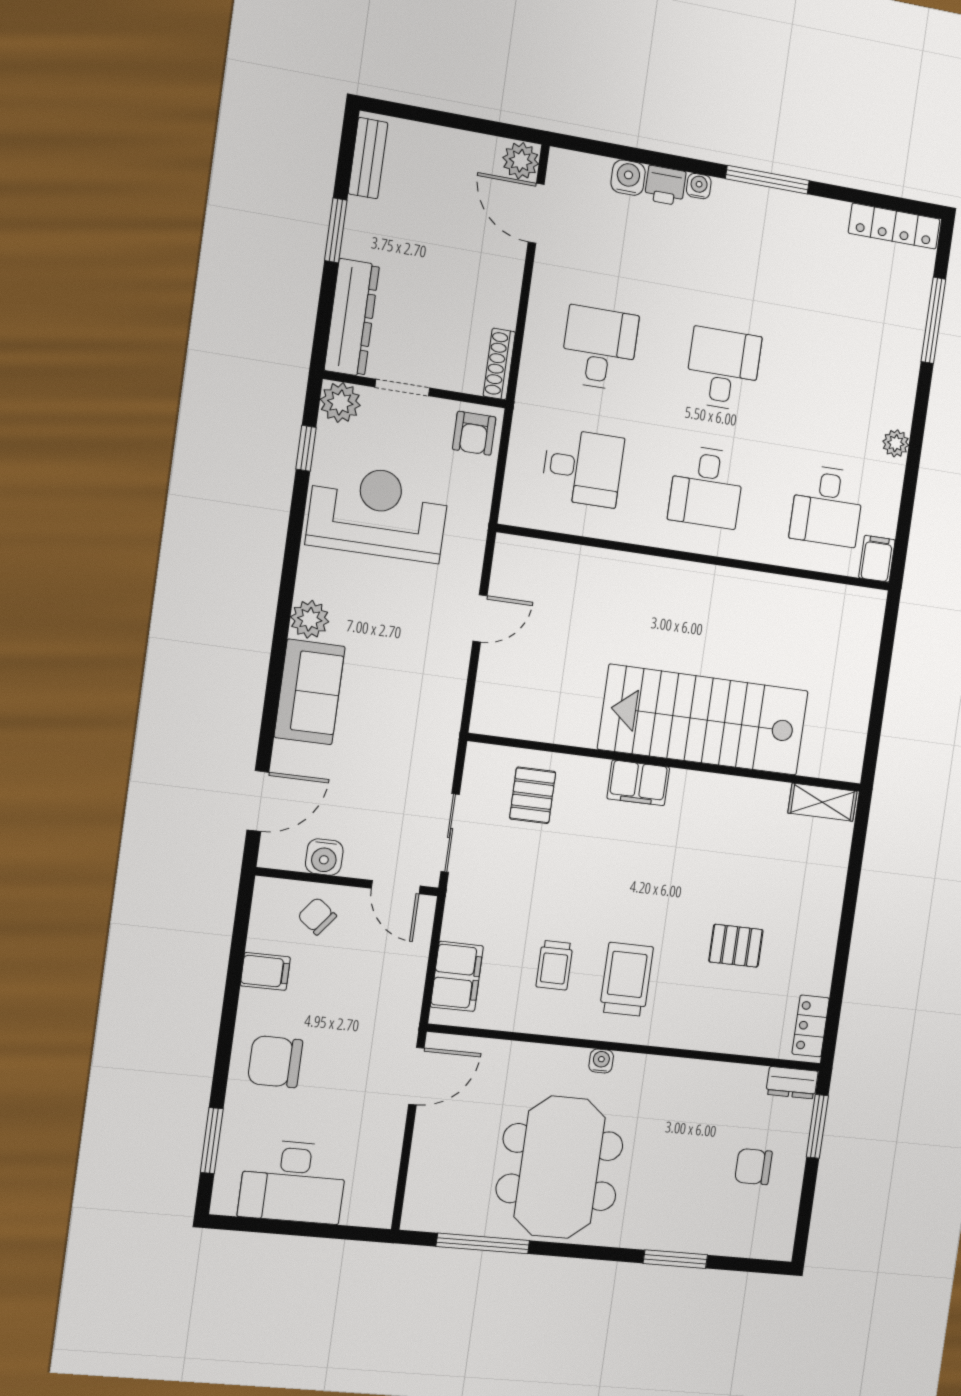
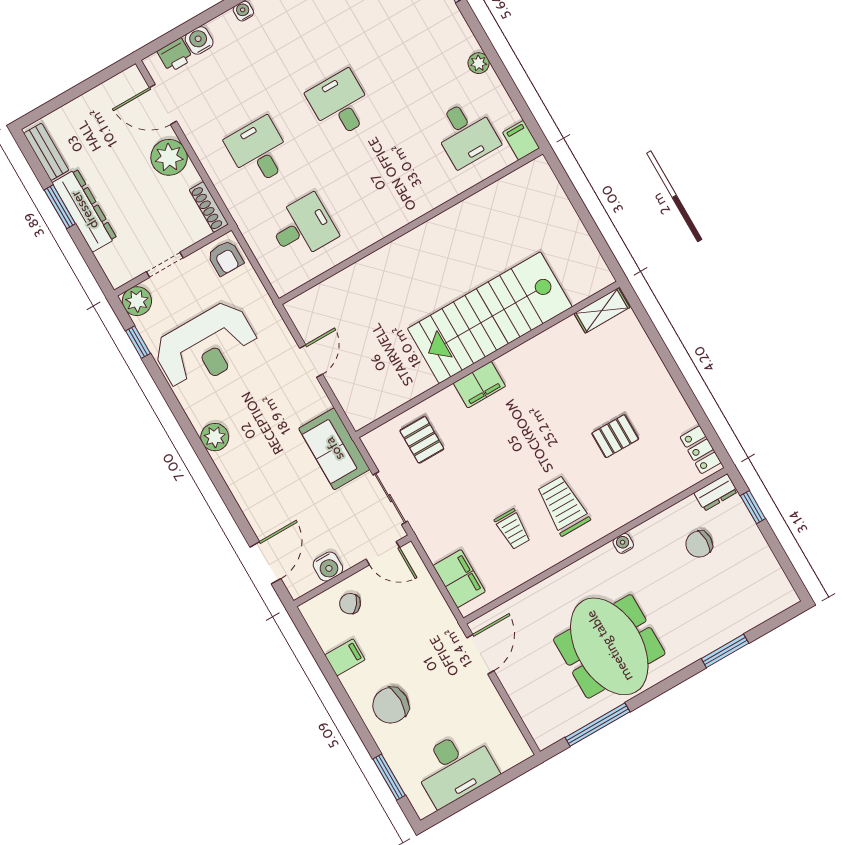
plant: (521, 161) -> (169, 157), moved, width x1.36, depth x1.36
printer: (665, 186) -> (175, 55), moved
dresser: (352, 318) -> (84, 210), moved
desk: (706, 487) -> (384, 180), removed
reception desk: (378, 512) -> (206, 346), turned 180
sofa: (310, 692) -> (334, 449), moved, turned 180
water cooler: (601, 1061) -> (623, 543), moved
window: (817, 1126) -> (753, 507), width x0.67
chair: (753, 1167) -> (699, 544), moved

